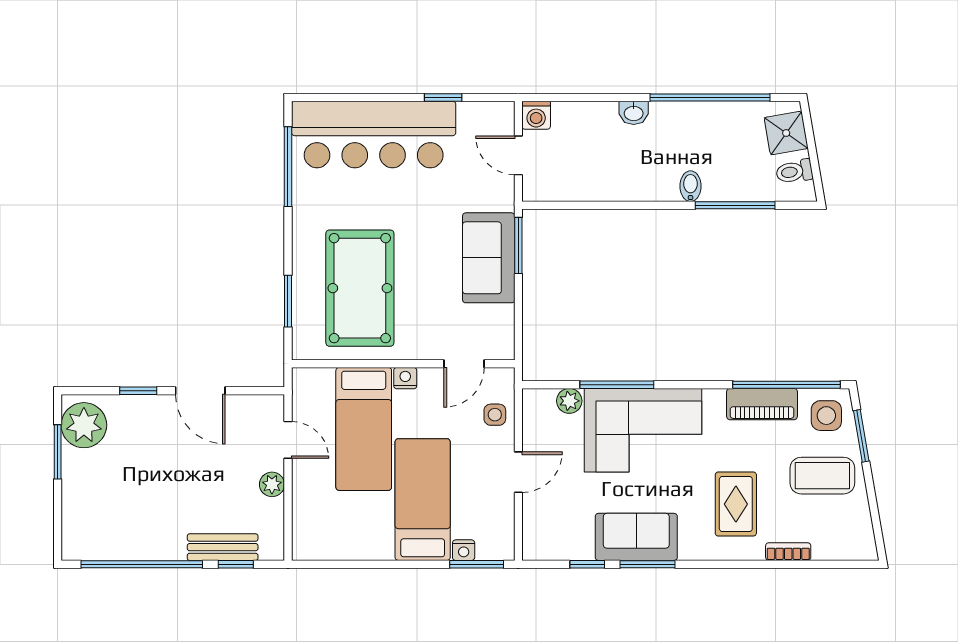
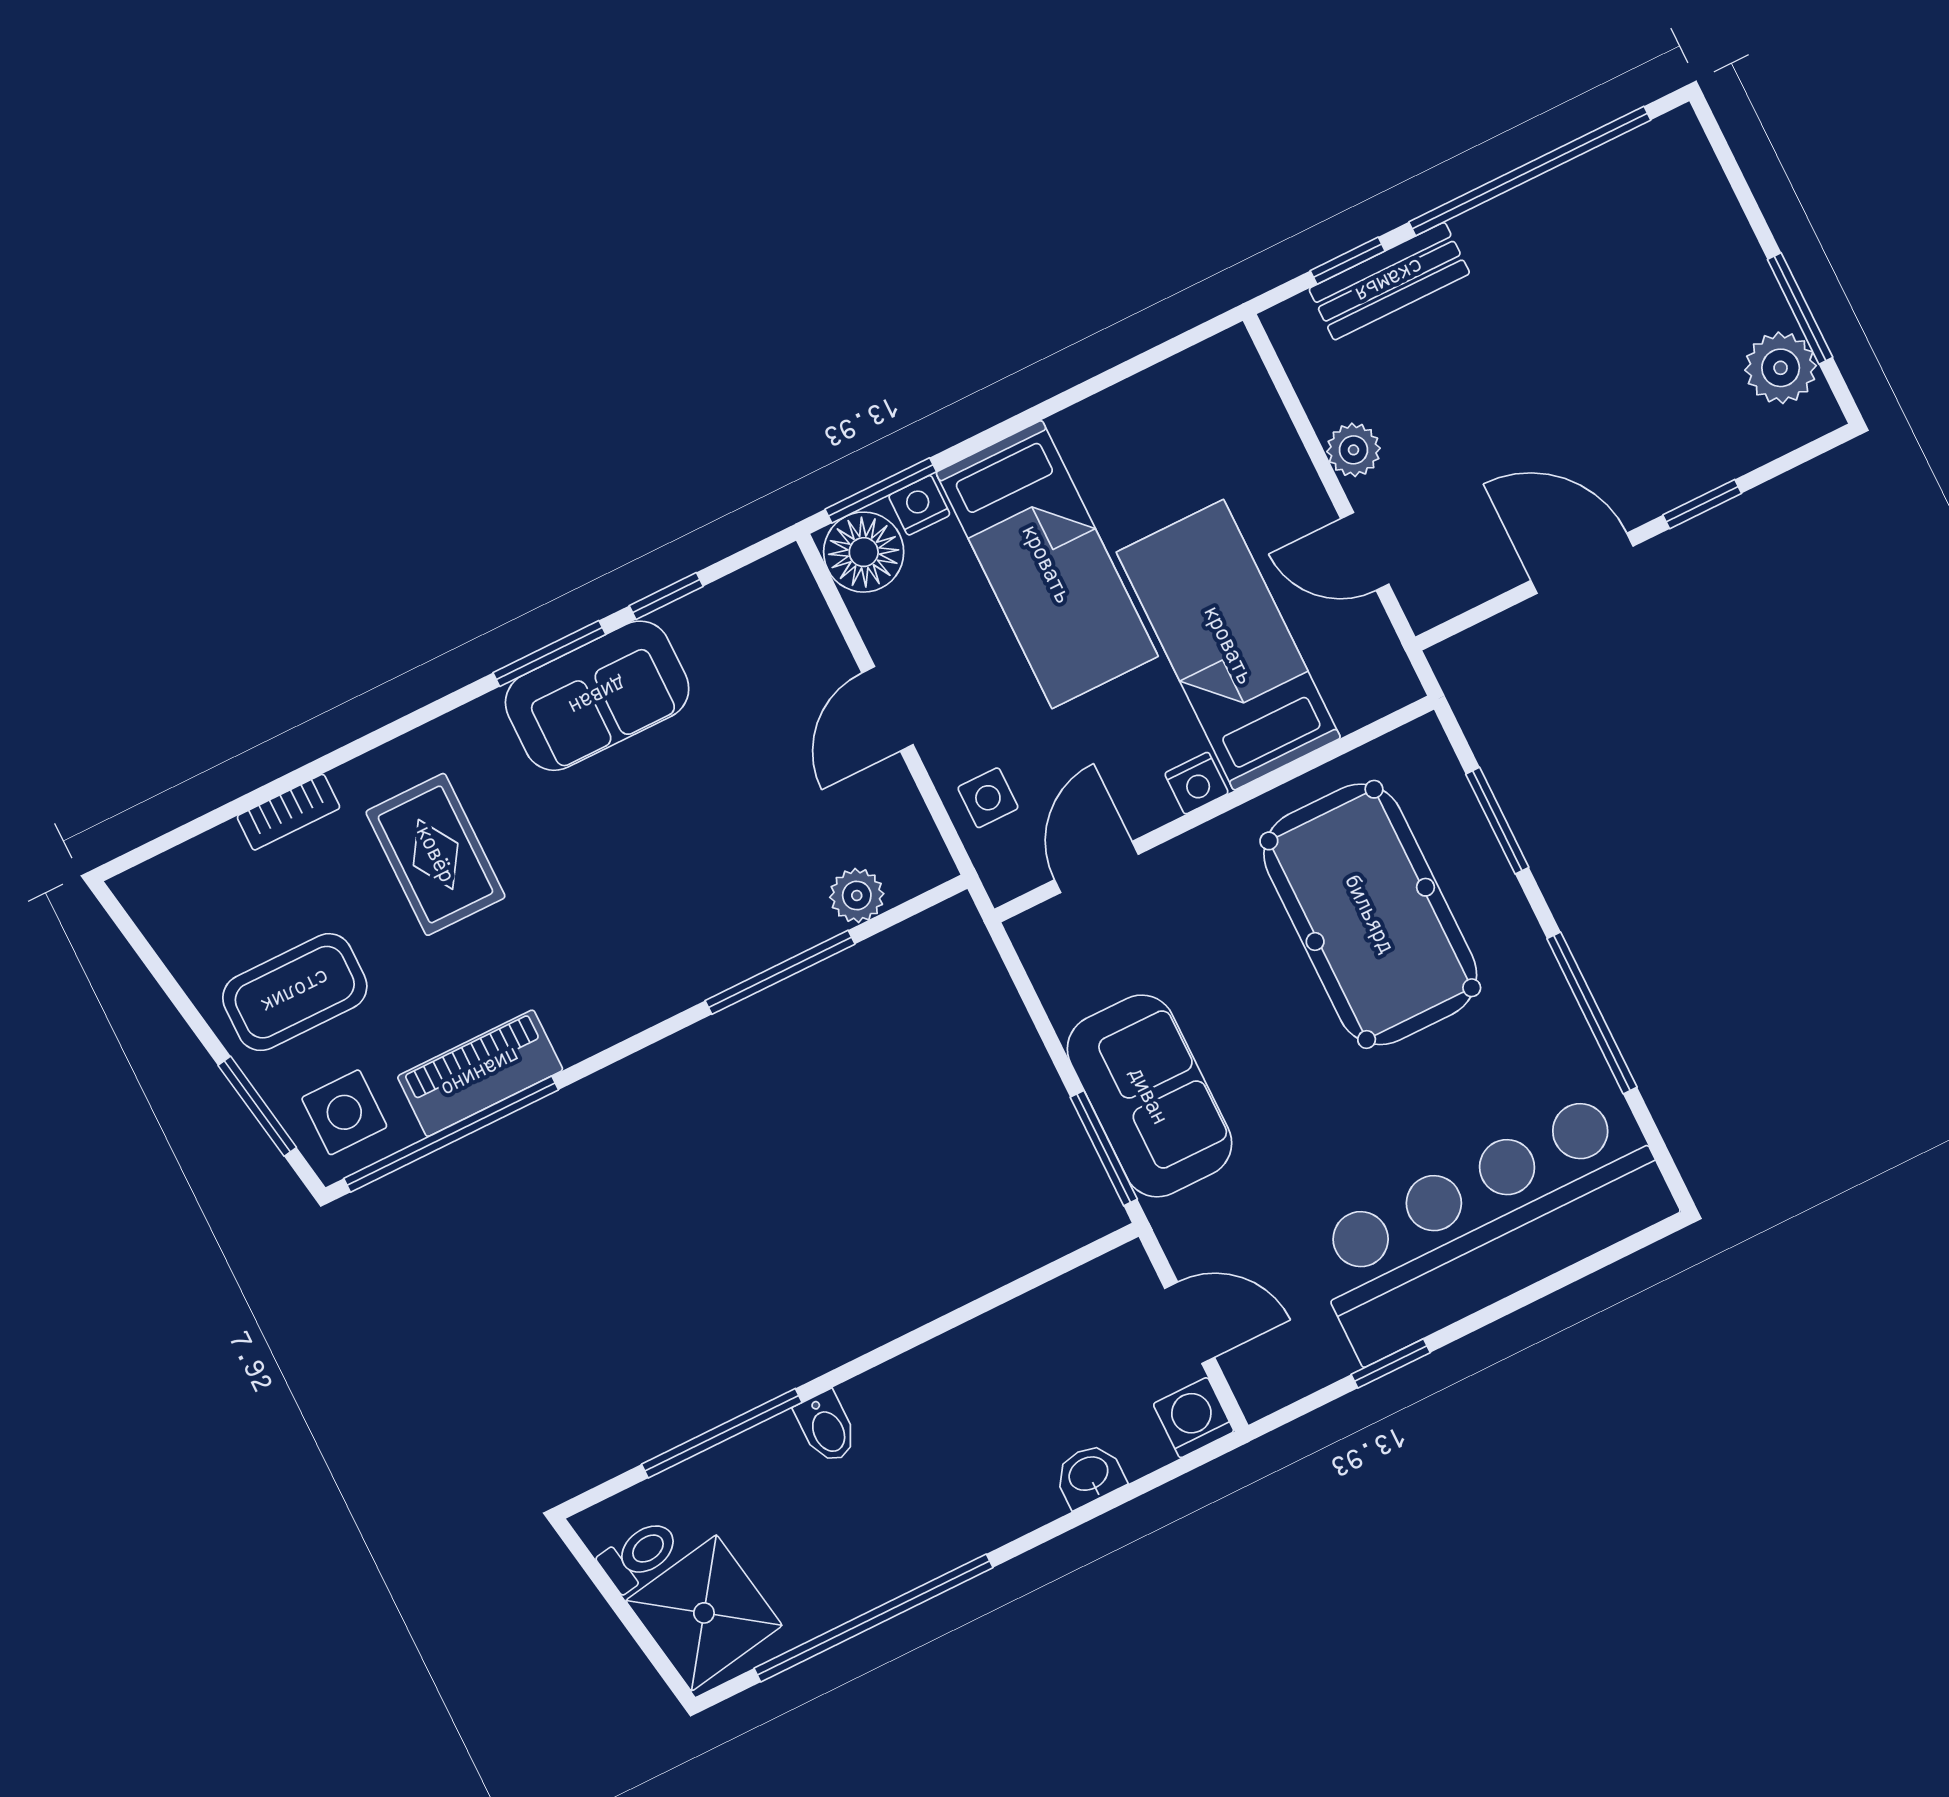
washbasin: (634, 113) -> (1089, 1475), moved
shower: (786, 133) -> (704, 1613), width x1.36, depth x1.36
window: (288, 167) -> (1592, 1013), moved
plant: (84, 425) -> (1781, 368), width x0.73, depth x0.73
corner sofa: (643, 430) -> (686, 909), removed
floor lamp: (496, 542) -> (864, 552), added

